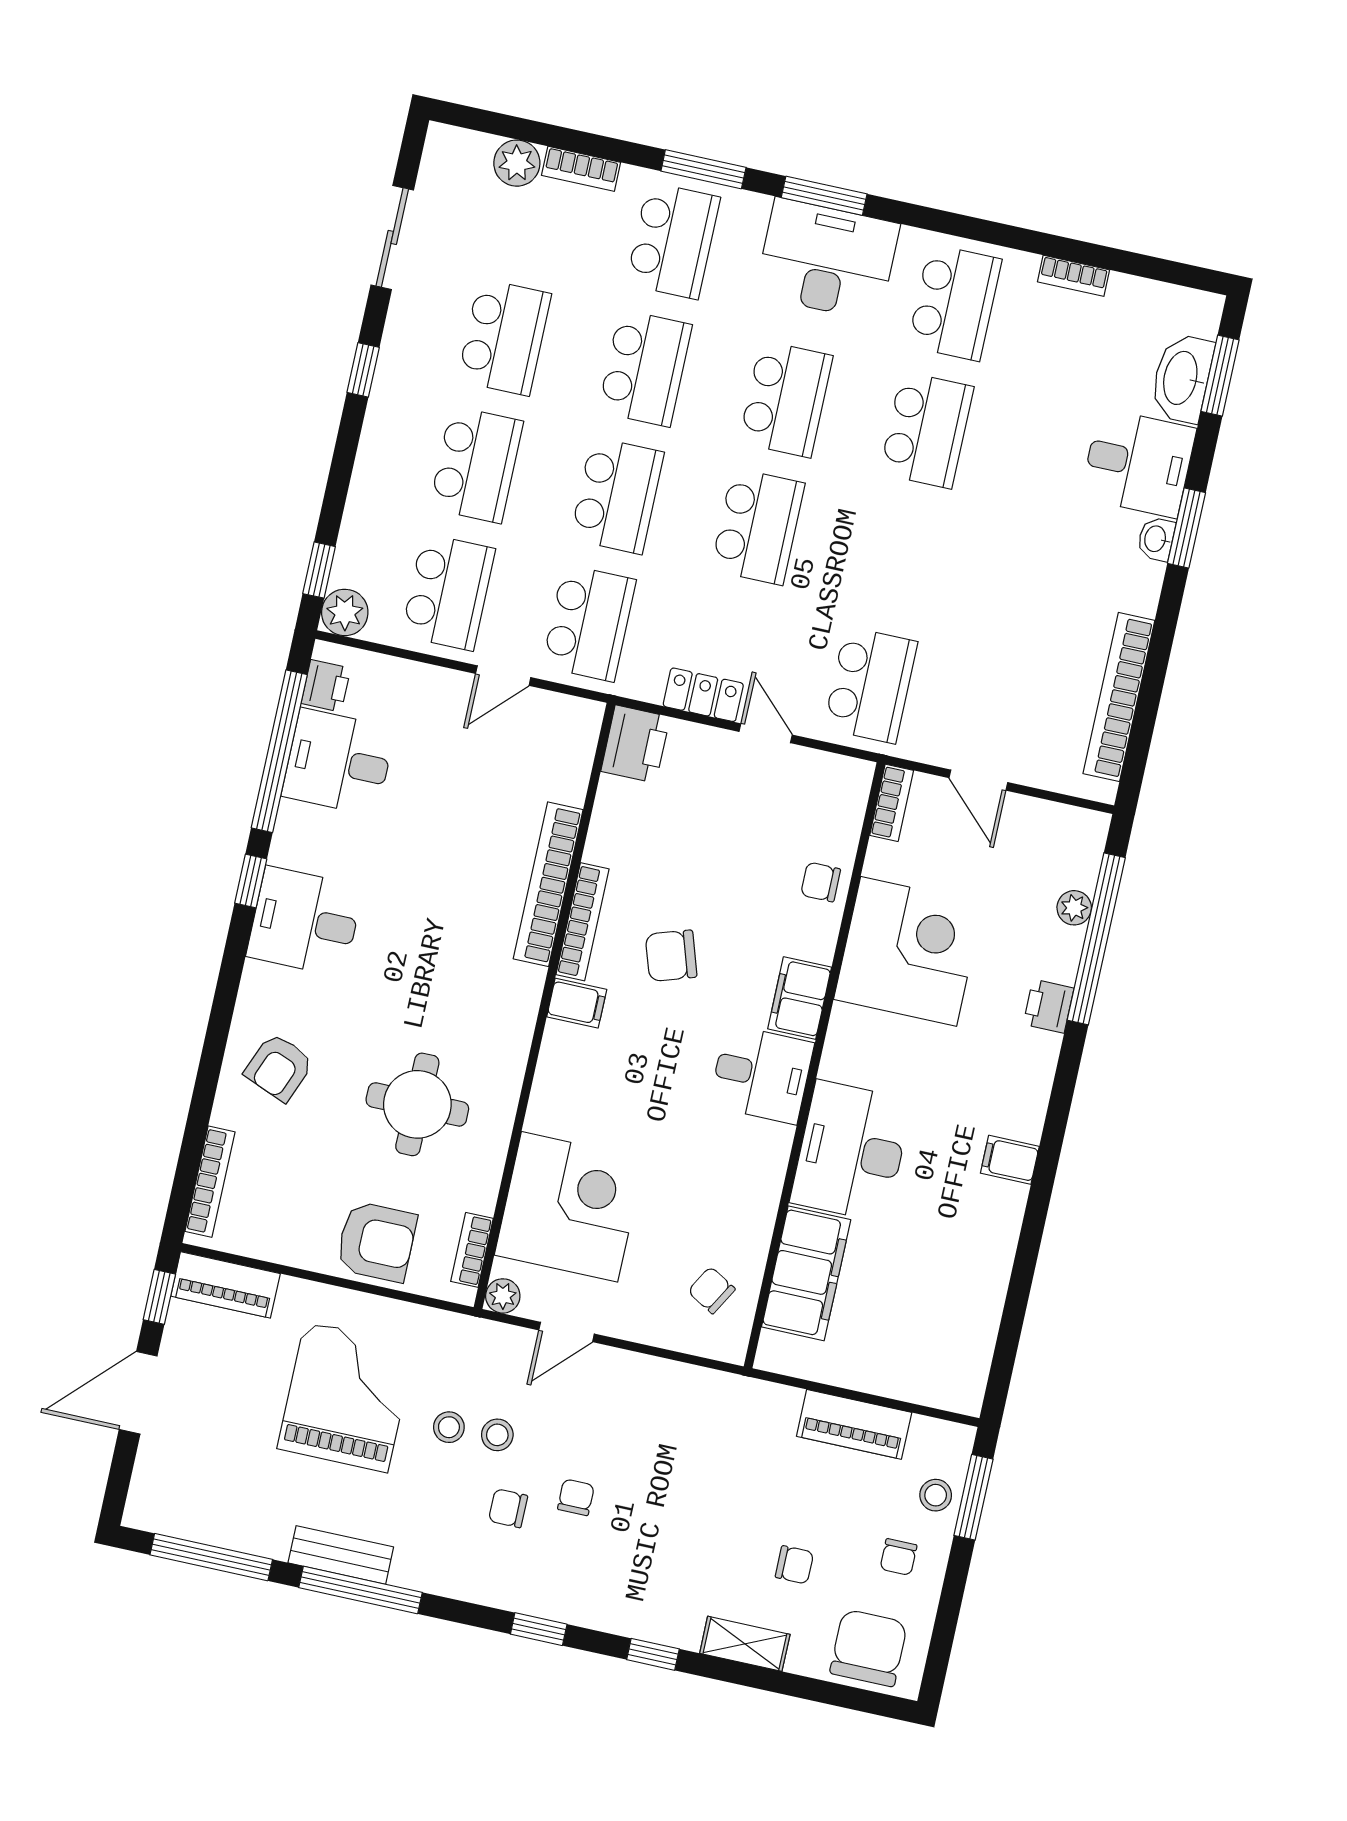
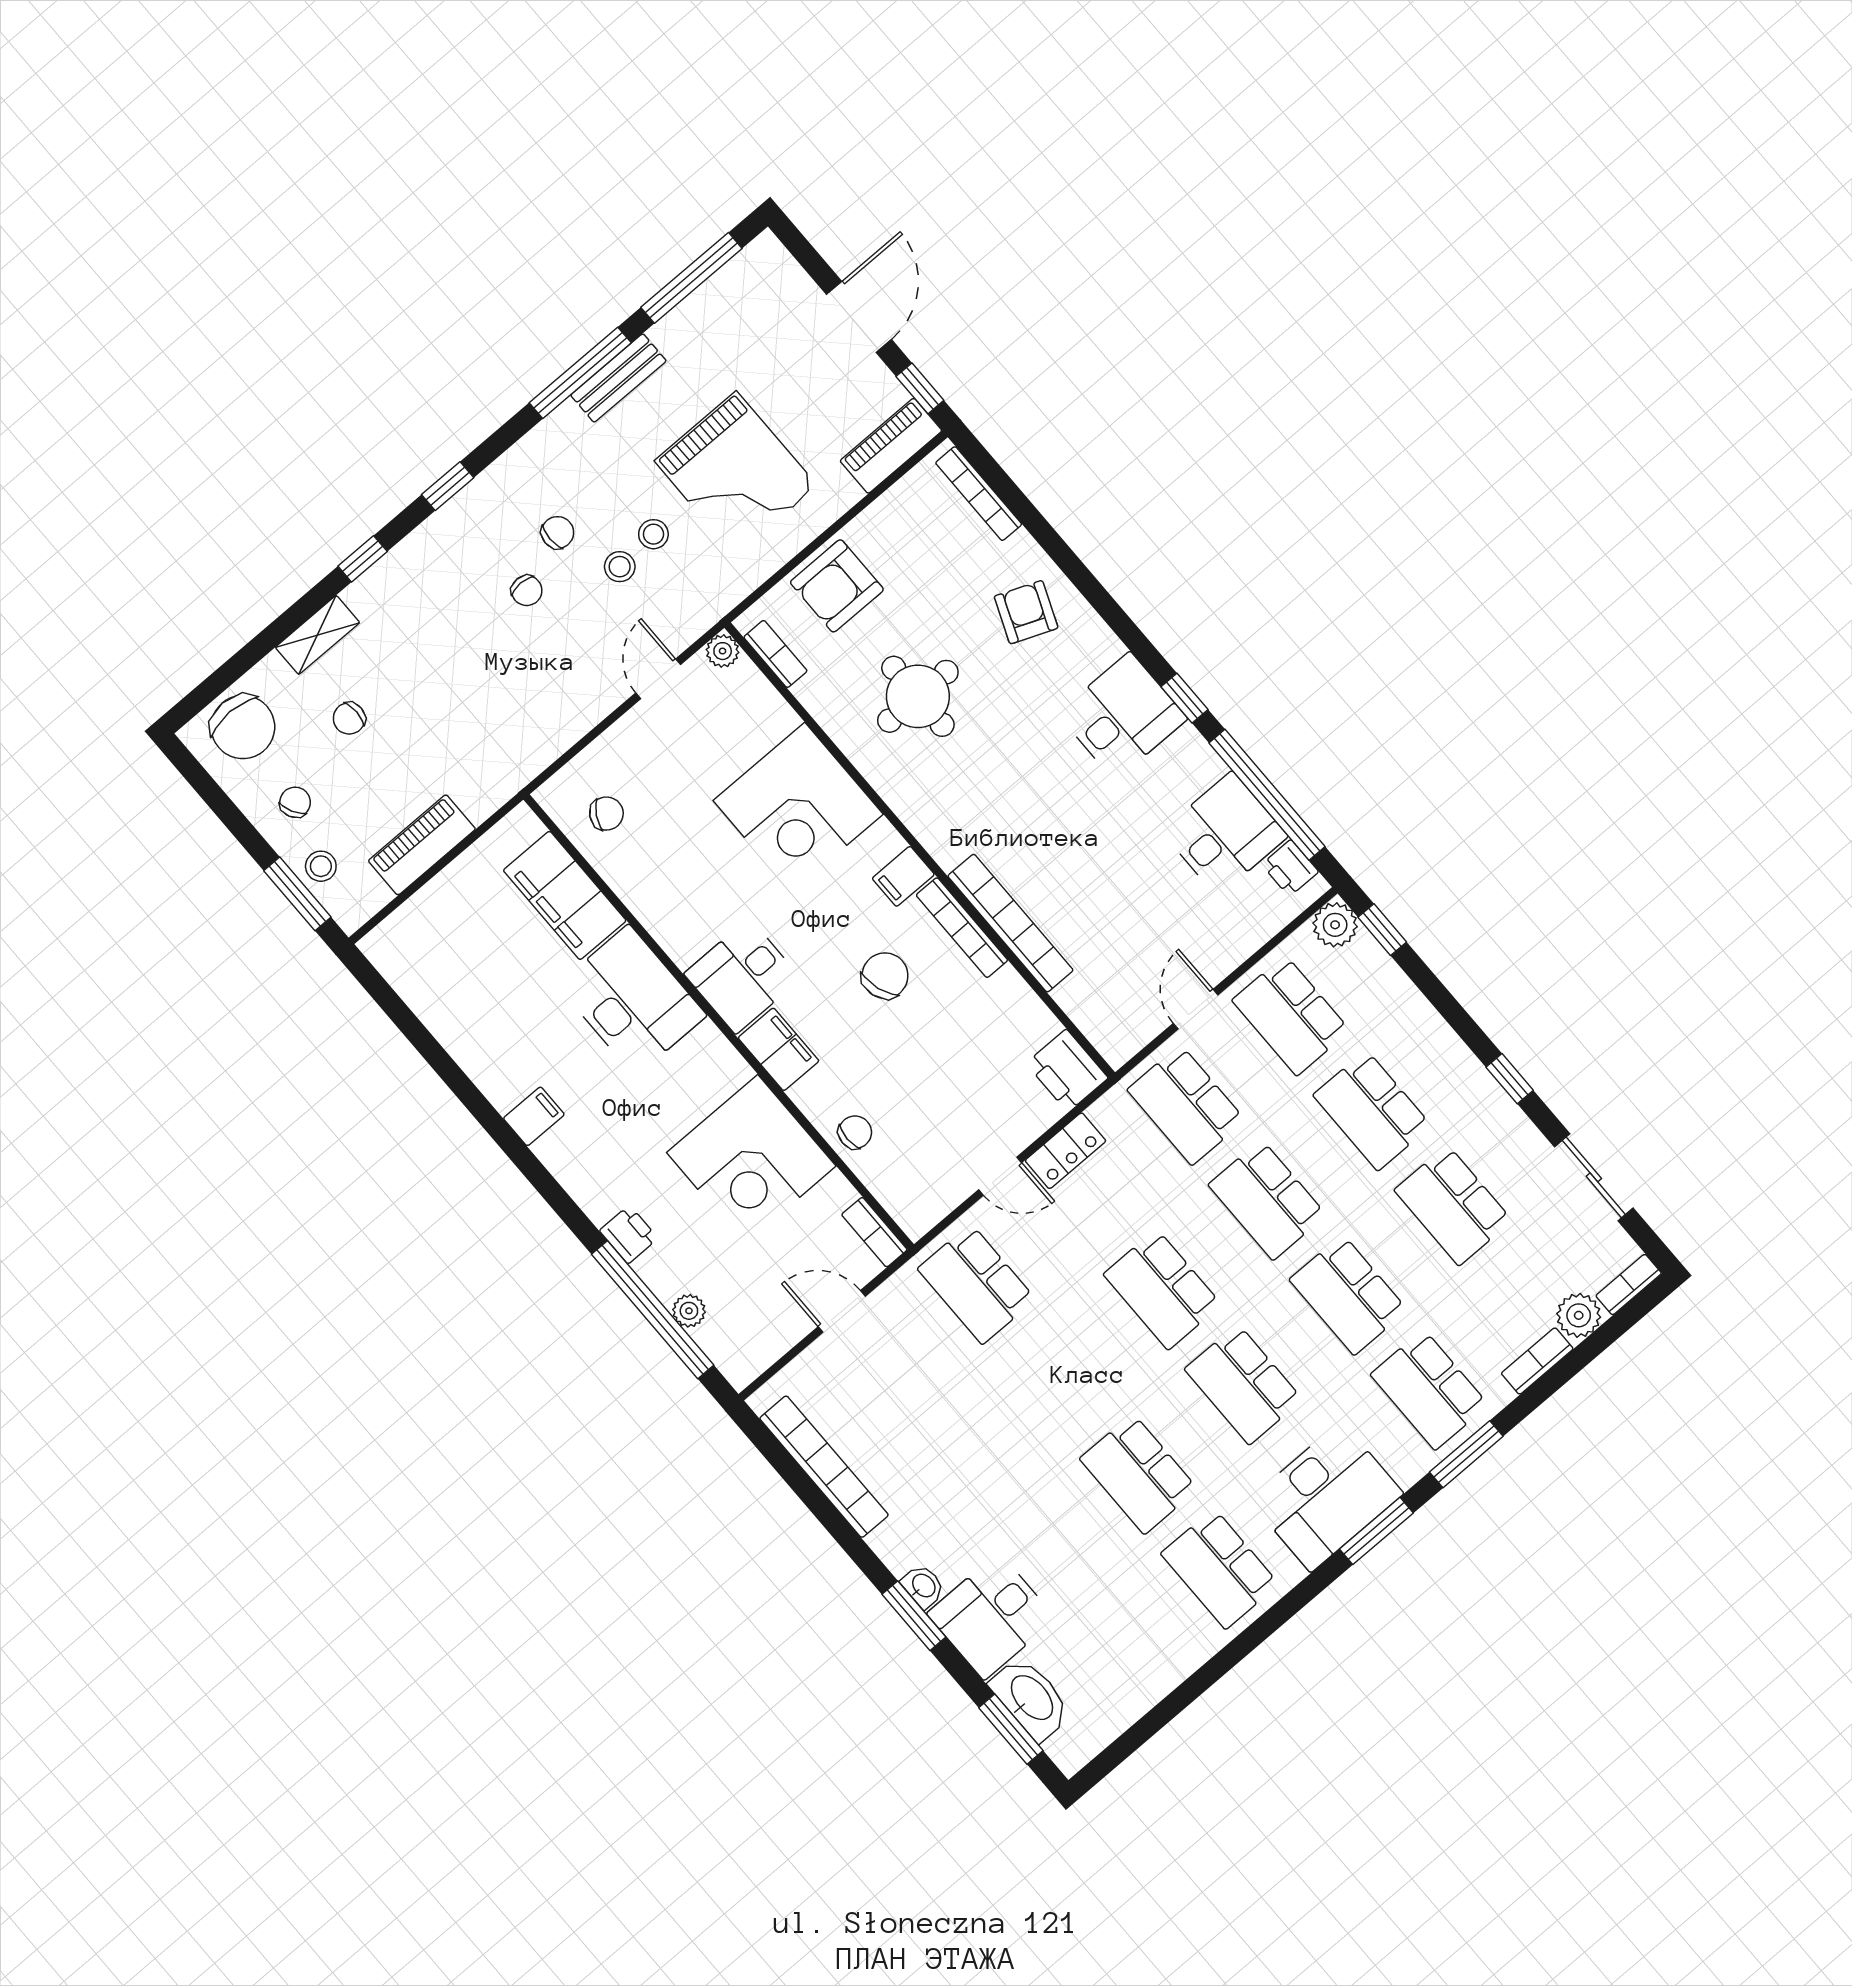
bookcase: (1074, 276) -> (1629, 1285), moved
corner desk: (570, 1207) -> (798, 807), moved
chair: (898, 1557) -> (295, 802), turned 62

